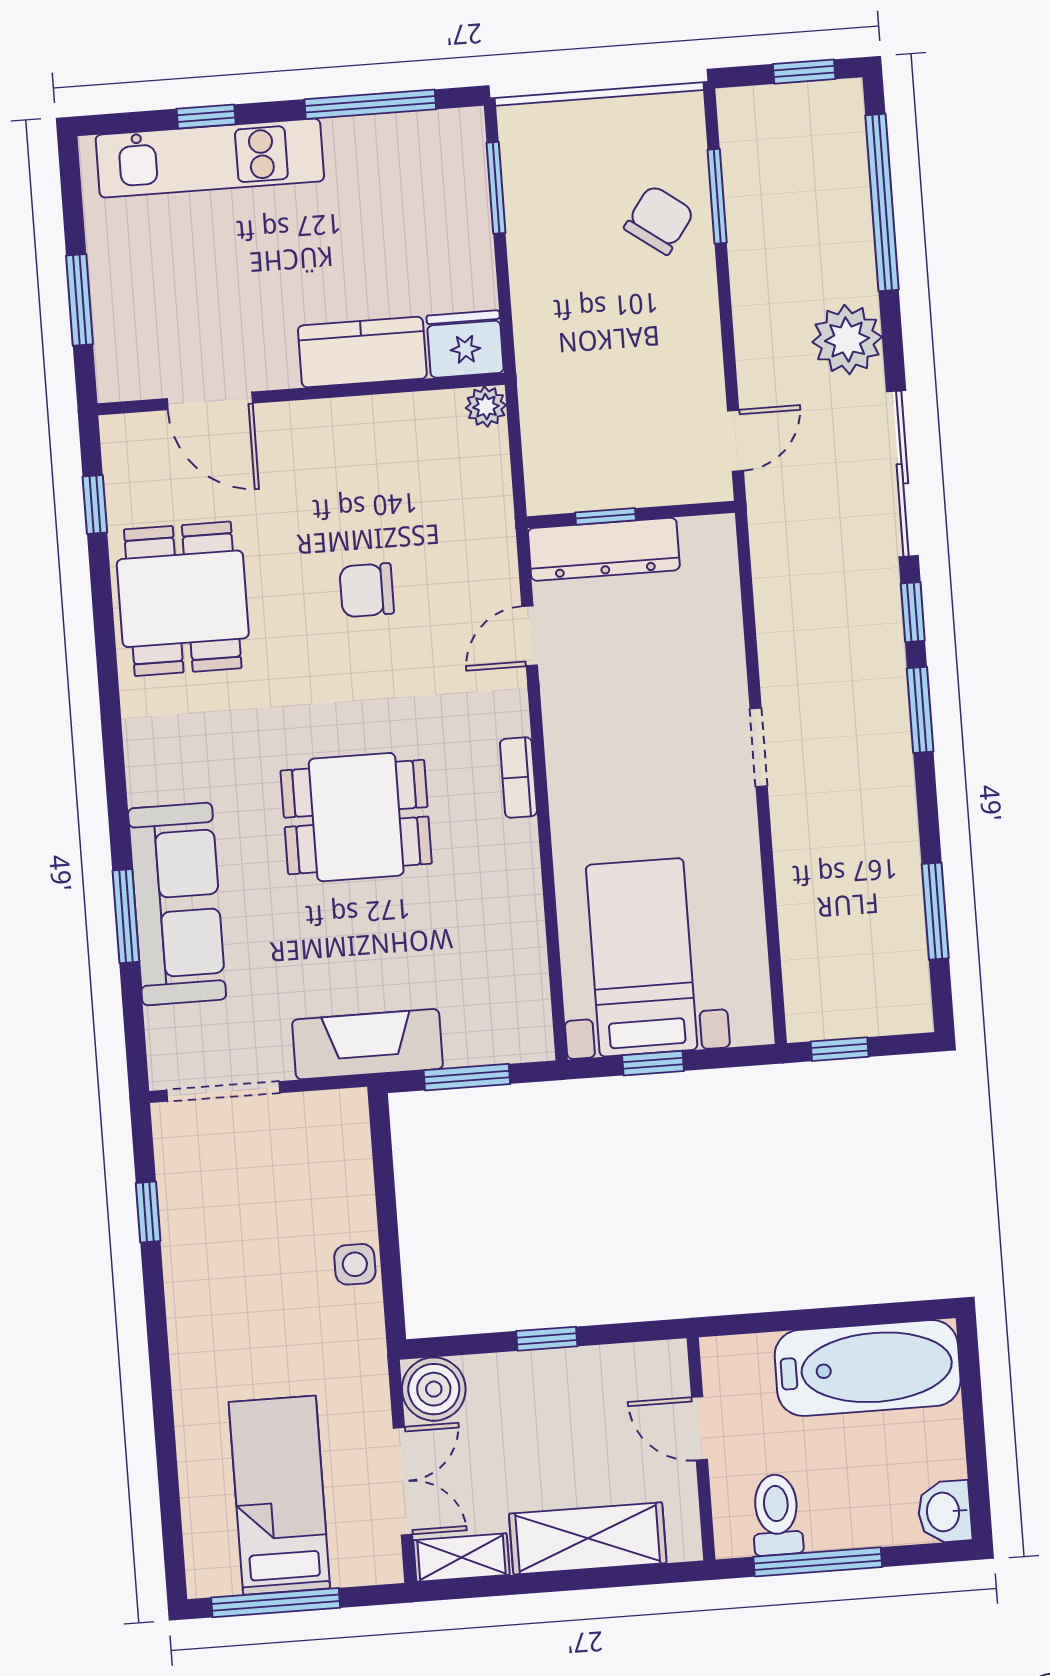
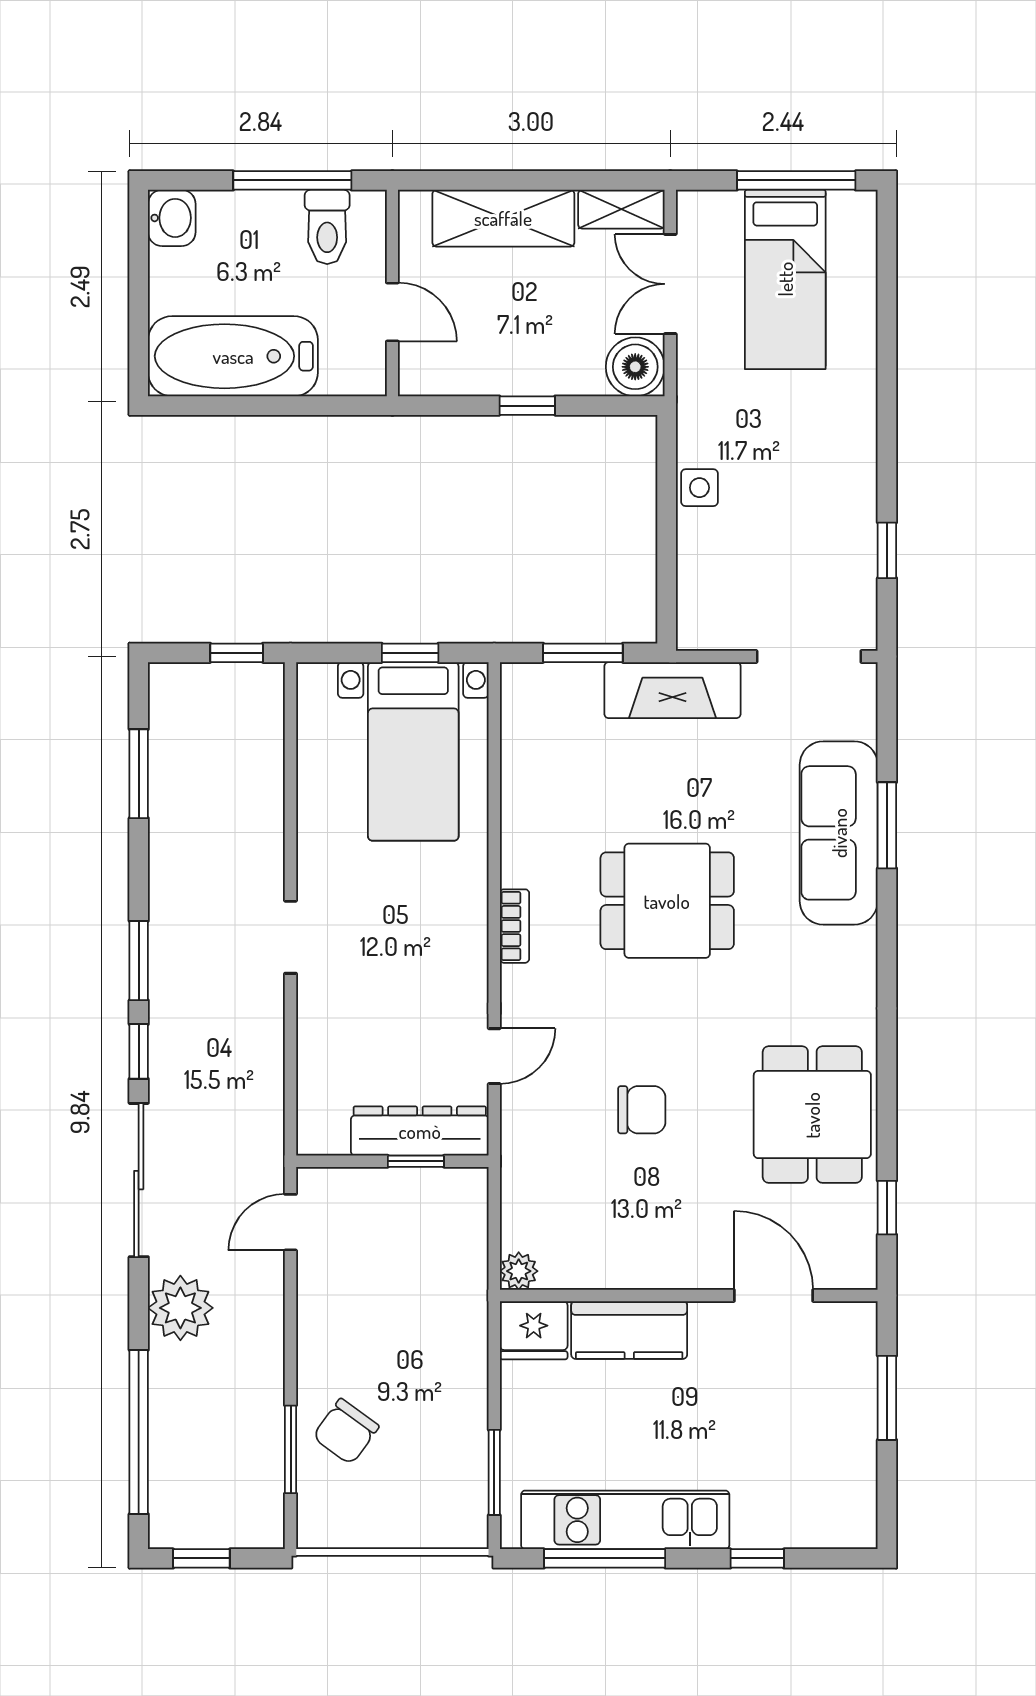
kitchen unit: (210, 158) -> (625, 1520), moved

